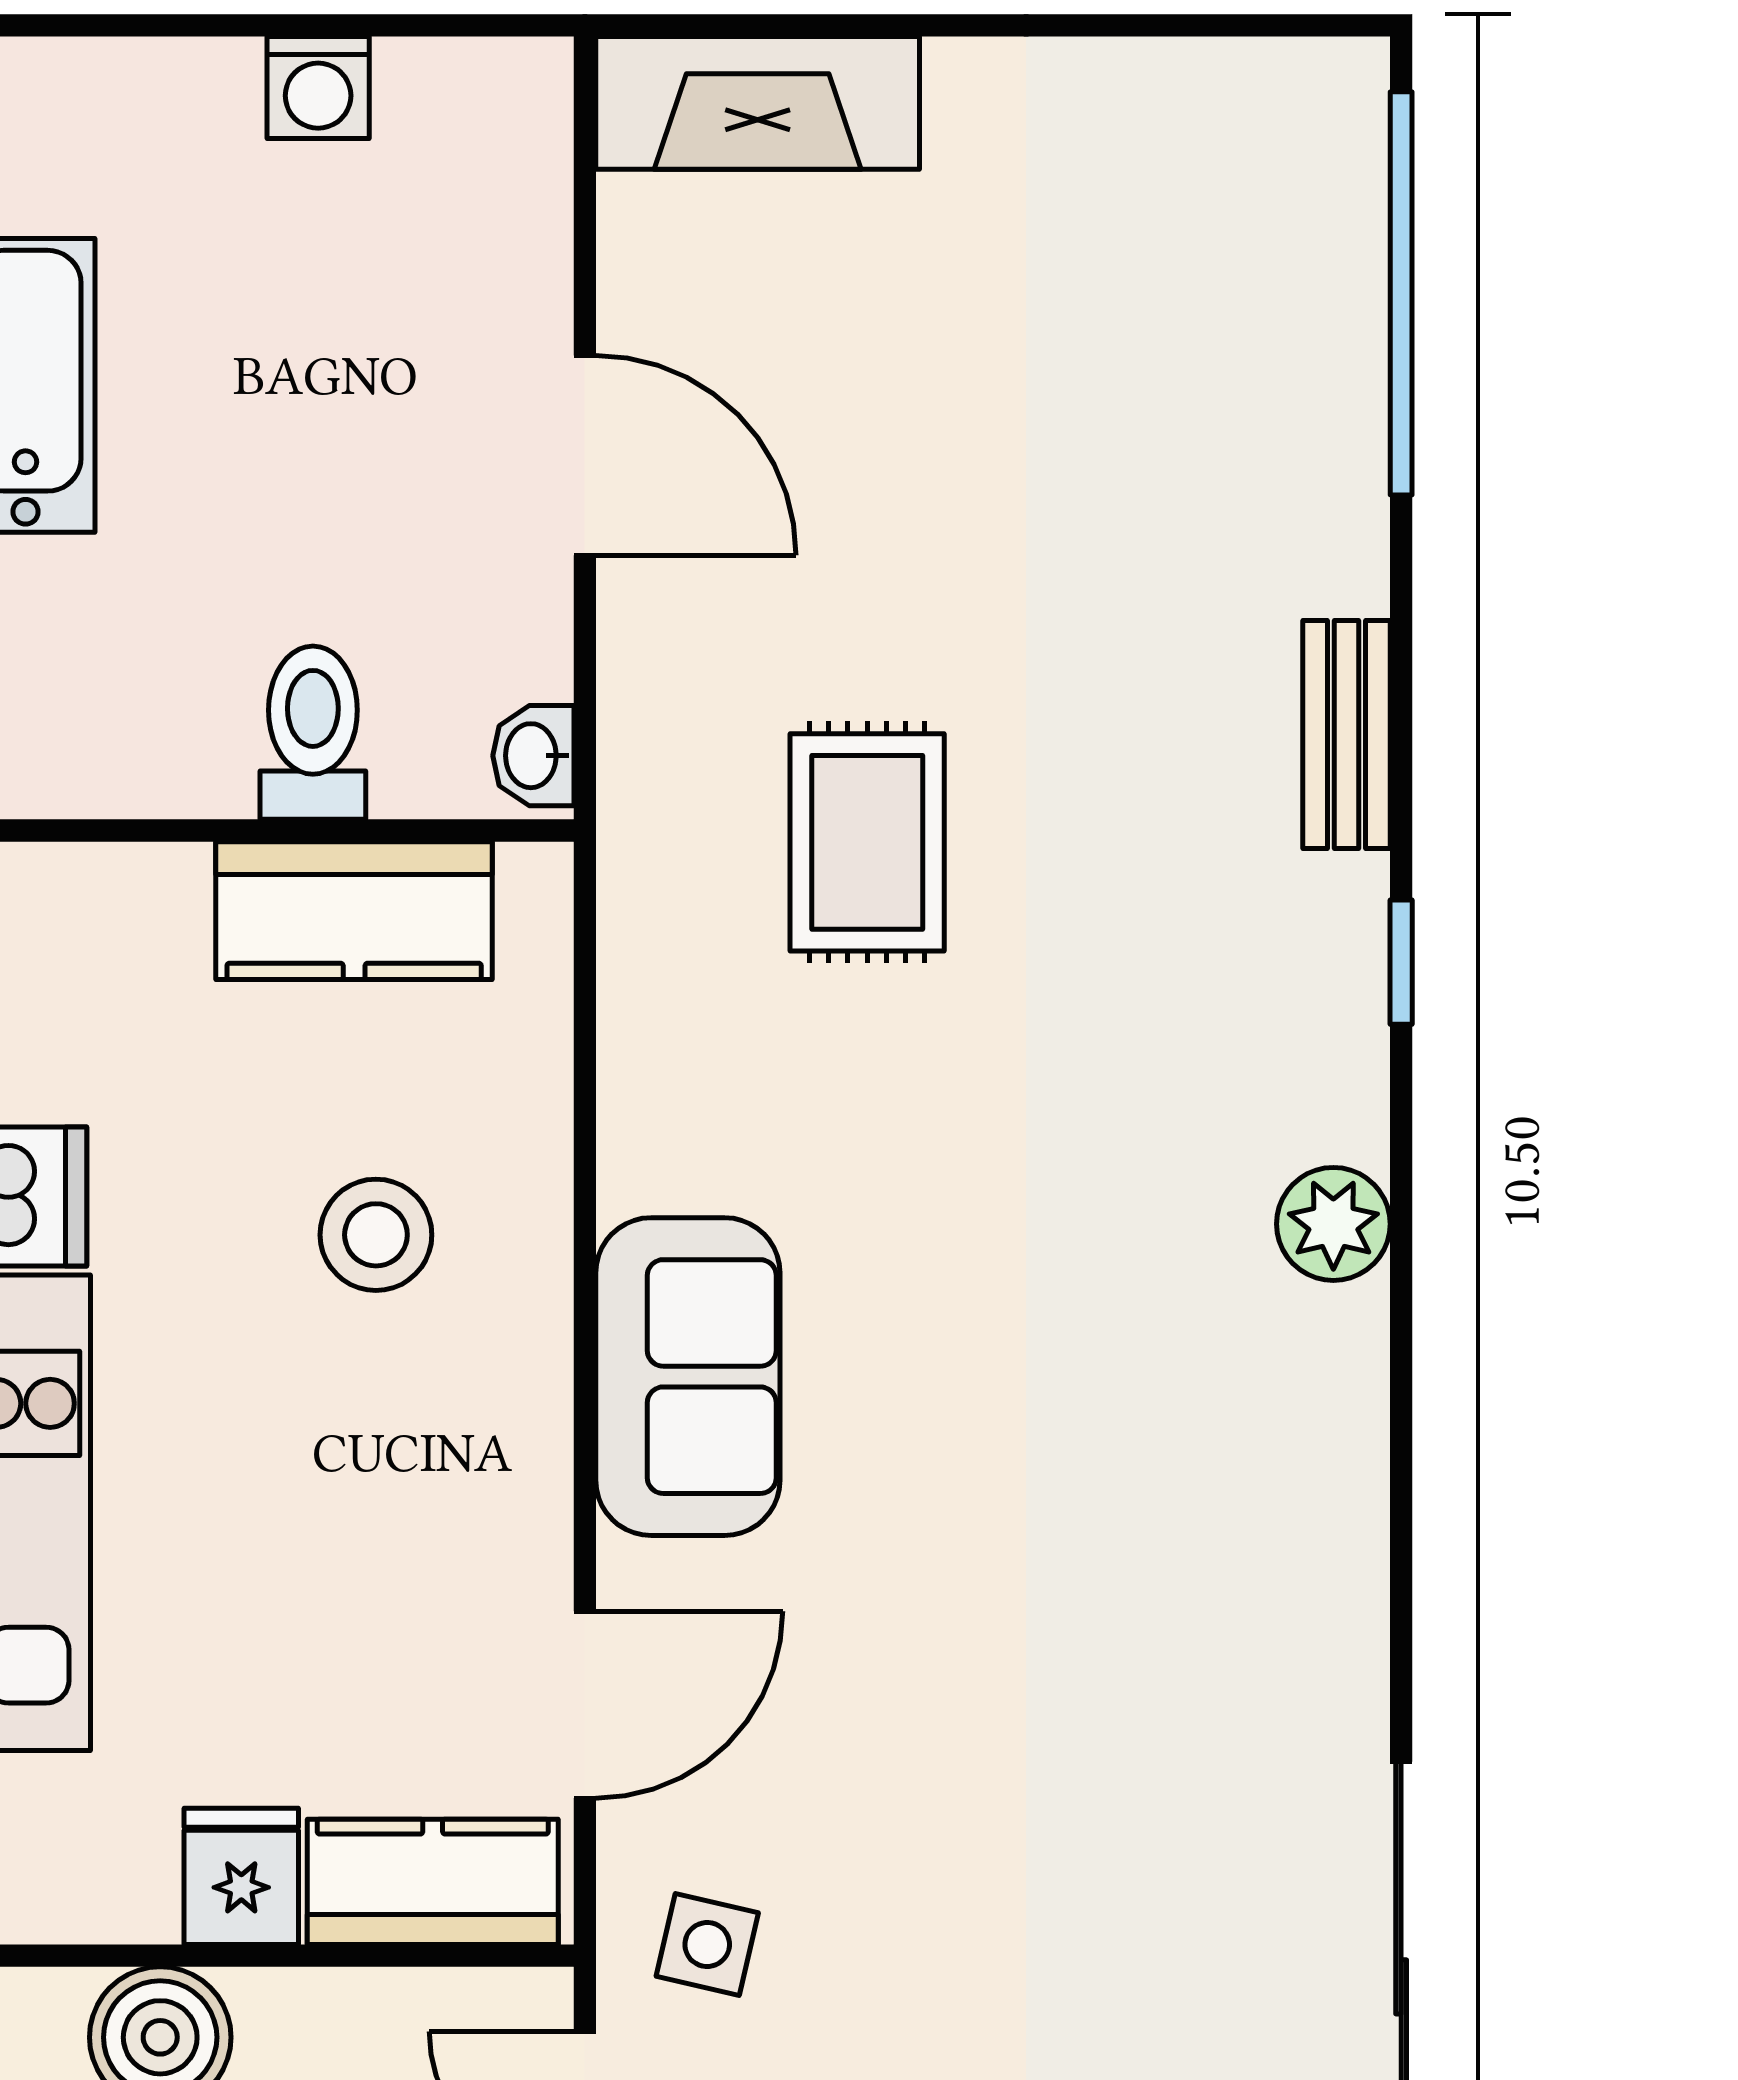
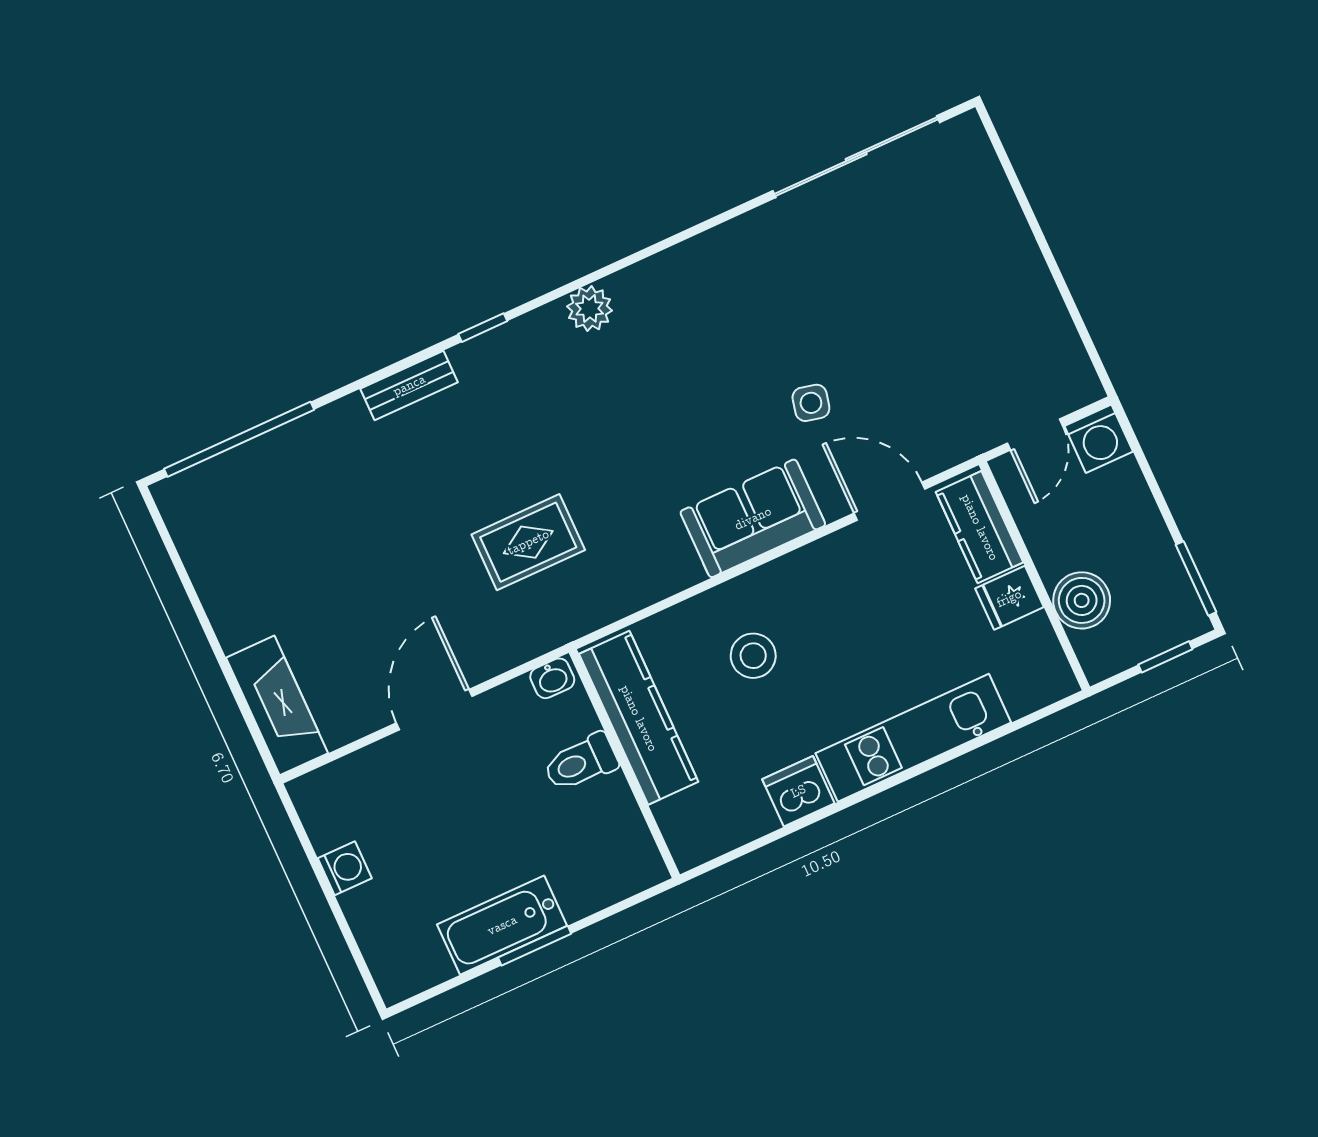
kitchen counter: (354, 911) -> (639, 718), width x1.50
side table: (707, 1944) -> (811, 403), moved

